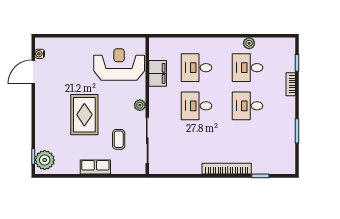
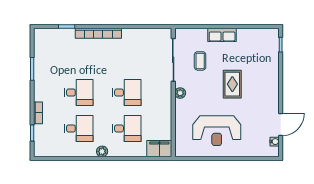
plant: (249, 43) -> (102, 151), moved
reception desk: (119, 65) -> (217, 131), moved
filing cabinet: (158, 73) -> (159, 149), moved, turned 90
rug: (84, 115) -> (232, 84), width x0.73, depth x0.70
plant: (45, 160) -> (270, 41), removed

